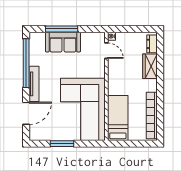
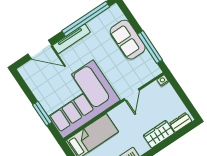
window: (62, 29) -> (150, 47), moved
door: (106, 51) -> (132, 95), moved
window: (62, 144) -> (42, 113), moved

